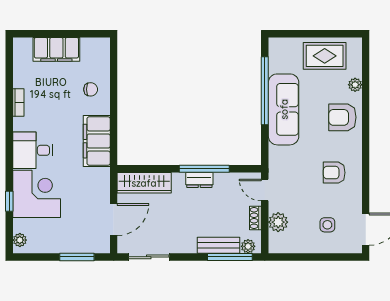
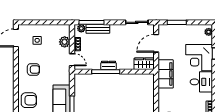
filing cabinet: (97, 141) -> (166, 74), moved
wardrobe: (144, 183) -> (144, 64), width x0.67

